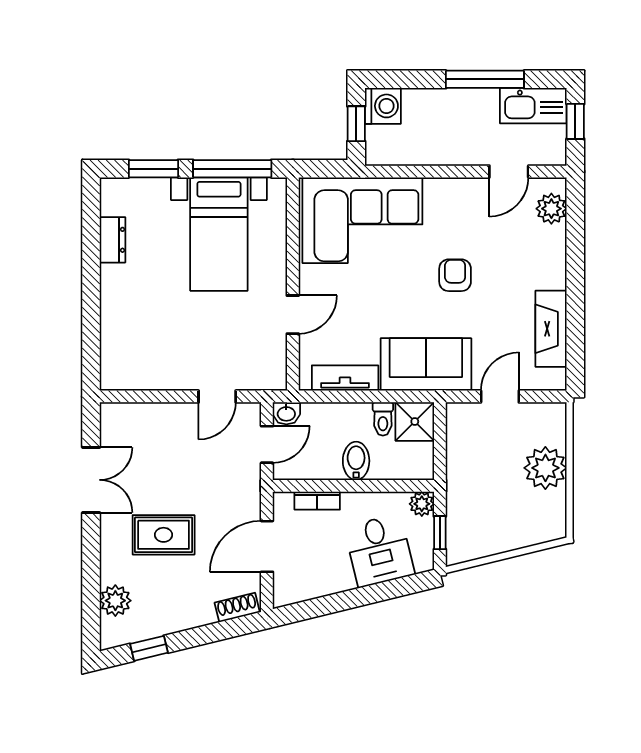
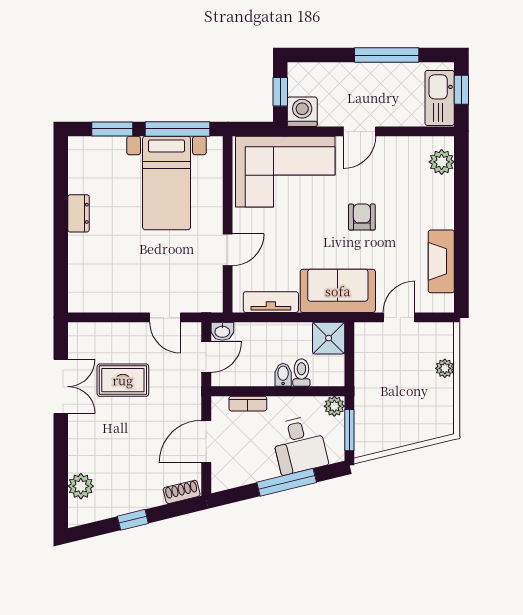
washing machine: (383, 106) -> (302, 112), moved, turned -90
kitchen sink: (533, 106) -> (440, 98), moved, turned 90
door: (509, 172) -> (359, 131), moved
dresser: (113, 240) -> (79, 213), moved
door: (217, 396) -> (165, 317), hinge flipped
toilet: (383, 419) -> (301, 373), moved, turned 180
bidet: (356, 461) -> (283, 375), width x0.72, depth x0.74
plant: (545, 468) -> (445, 368), width x0.53, depth x0.53
window: (440, 533) -> (349, 430), width x1.50
rug: (164, 535) -> (123, 380), moved
window: (364, 596) -> (287, 482), added
window: (149, 648) -> (133, 520), moved

